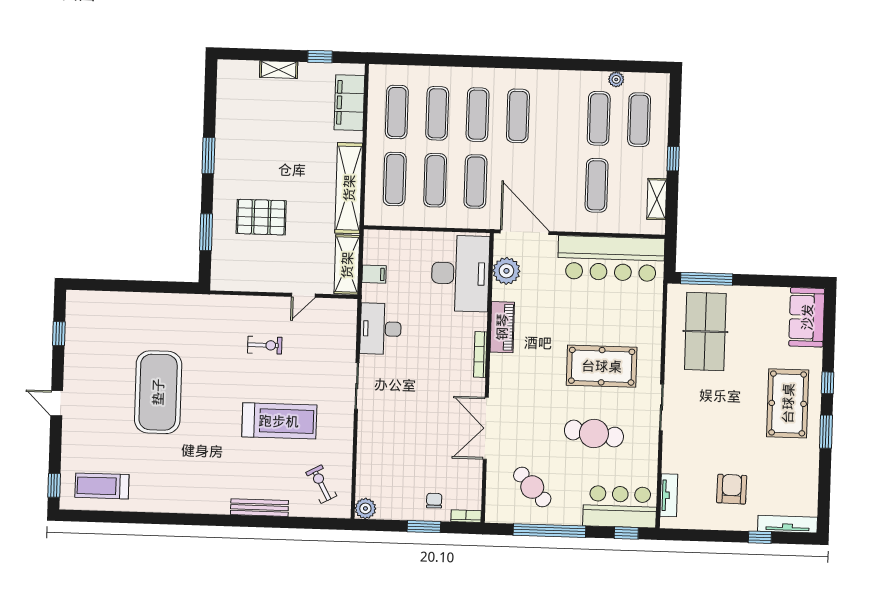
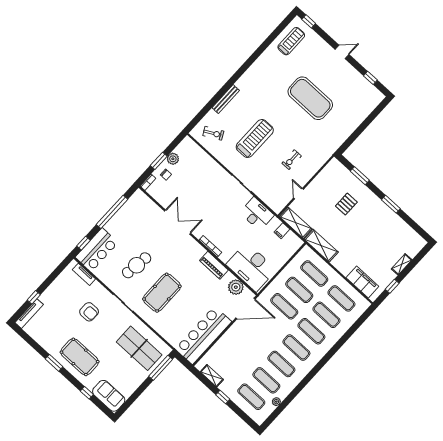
exercise mat: (597, 185) -> (281, 364), moved
shelving: (349, 188) -> (321, 246), width x0.68
pallet: (261, 217) -> (346, 204), width x0.67, depth x0.71
window: (828, 383) -> (87, 393), moved
treadmill: (279, 421) -> (255, 139), turned 180
cafe table: (532, 487) -> (136, 220), removed
armchair: (732, 489) -> (89, 312), moved
plant: (365, 508) -> (173, 159), moved

